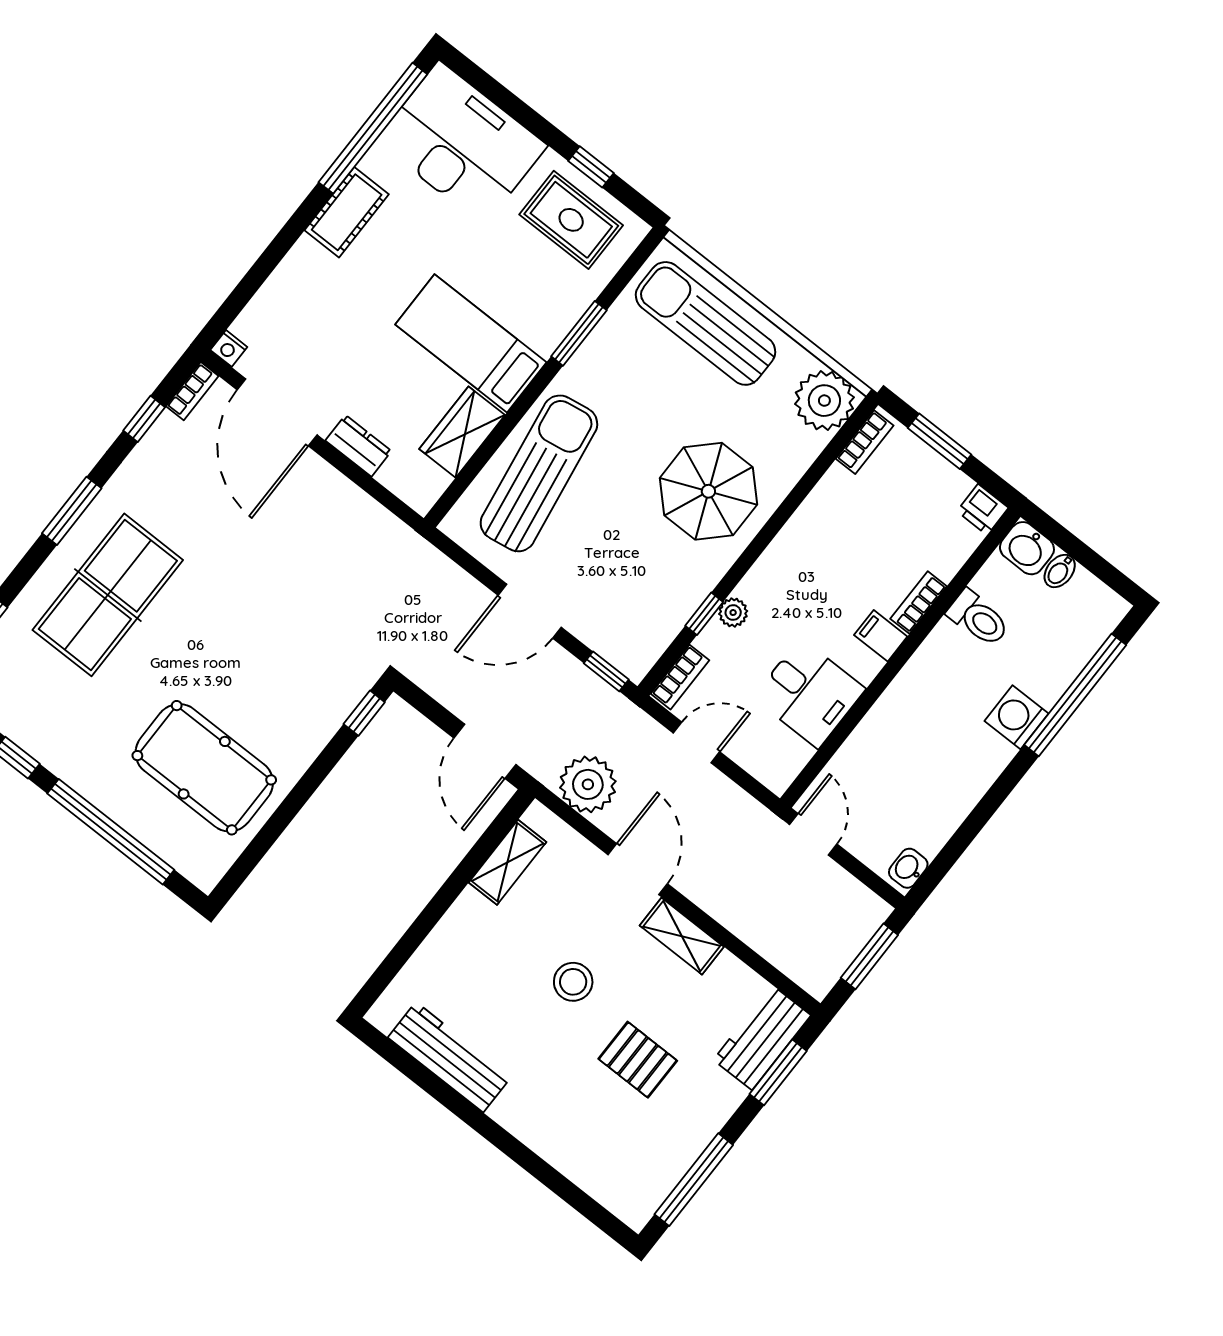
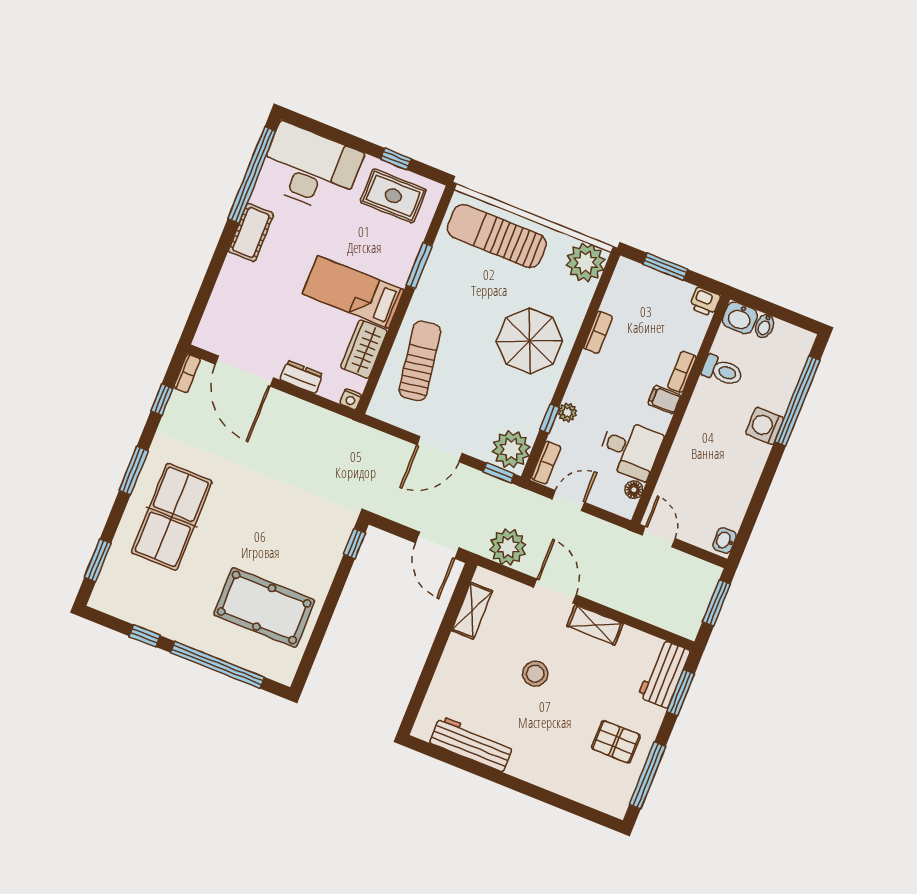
nightstand: (229, 348) -> (351, 399), moved
bookcase: (865, 442) -> (598, 332), moved
sun lounger: (539, 473) -> (420, 361), width x0.73, depth x0.75
plant: (635, 642) -> (511, 449), added
floor lamp: (797, 755) -> (634, 490), added
pallet: (638, 1060) -> (616, 742), moved

